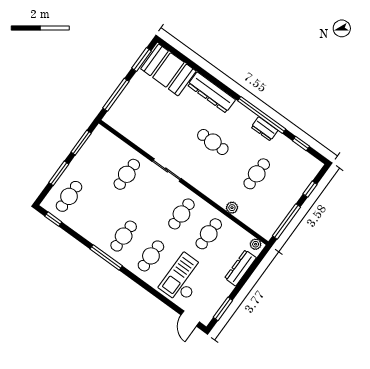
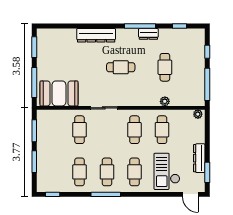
booth: (168, 70) -> (59, 93), moved
window: (262, 115) -> (140, 26), width x0.68
cafe table: (69, 196) -> (80, 172), moved
dresser: (241, 268) -> (199, 158), moved

